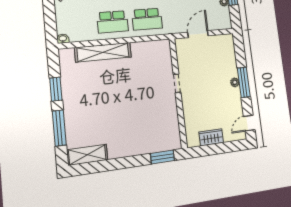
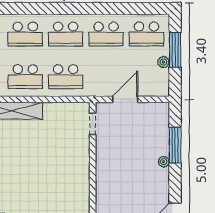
window: (244, 82) -> (175, 145), moved
doorway: (177, 83) -> (93, 124), moved

